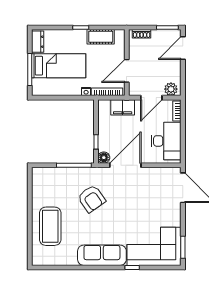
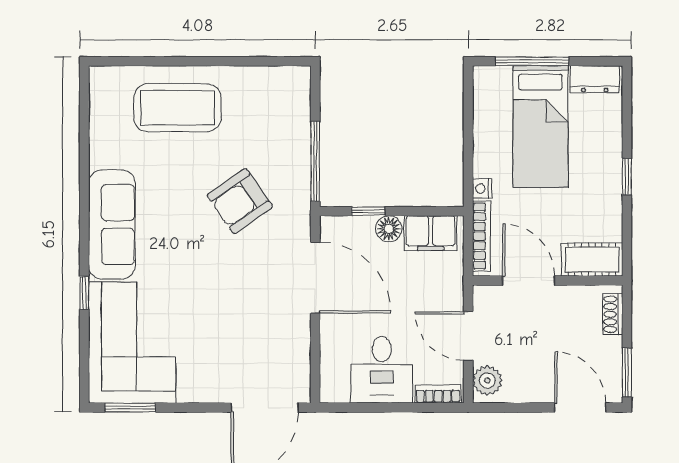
cot: (101, 37) -> (592, 260), moved, turned 90
filing cabinet: (123, 107) -> (431, 233), moved, turned -90
desk: (166, 141) -> (382, 370), width x0.73
floor lamp: (104, 158) -> (389, 229), moved

